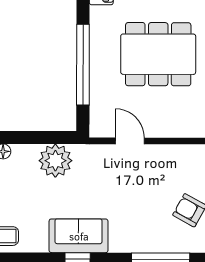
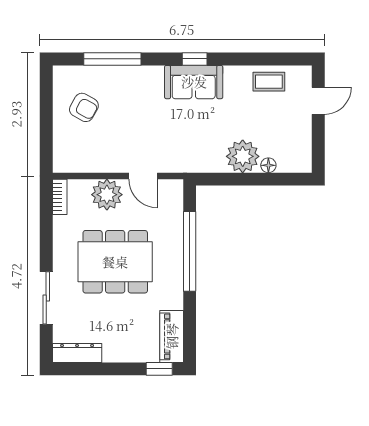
plant: (166, 122) -> (107, 195), added
plant: (55, 161) -> (243, 156), moved

